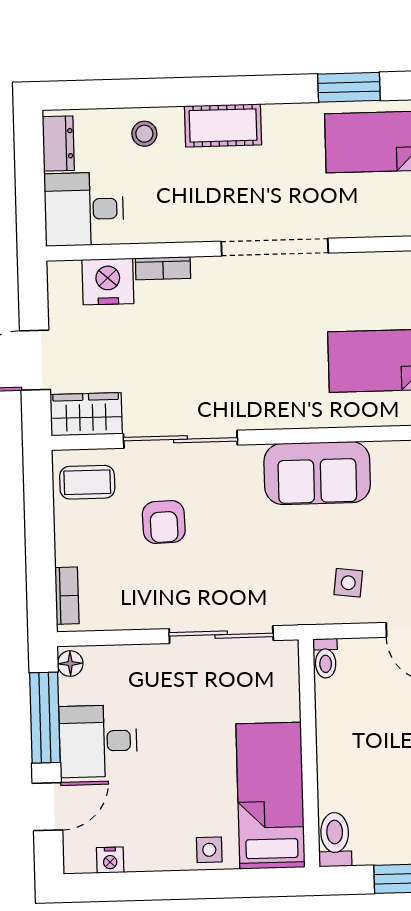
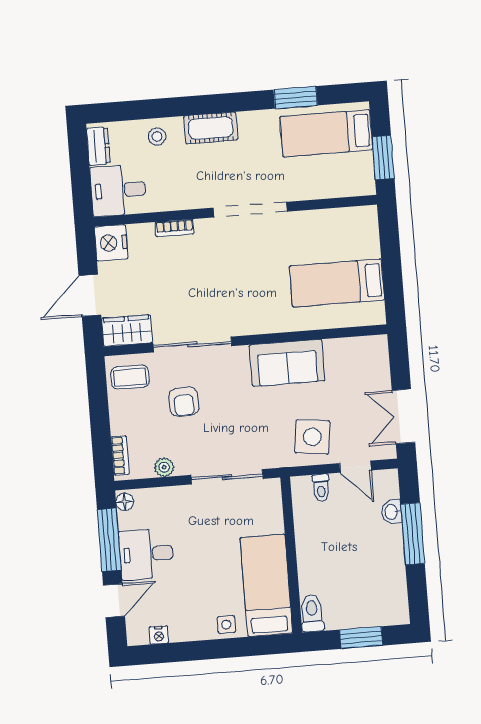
nightstand: (108, 282) -> (111, 243), moved, turned -90
side table: (348, 583) -> (312, 437), width x1.87, depth x1.87
plant: (130, 616) -> (164, 467), added
toilet: (325, 658) -> (321, 488), moved

